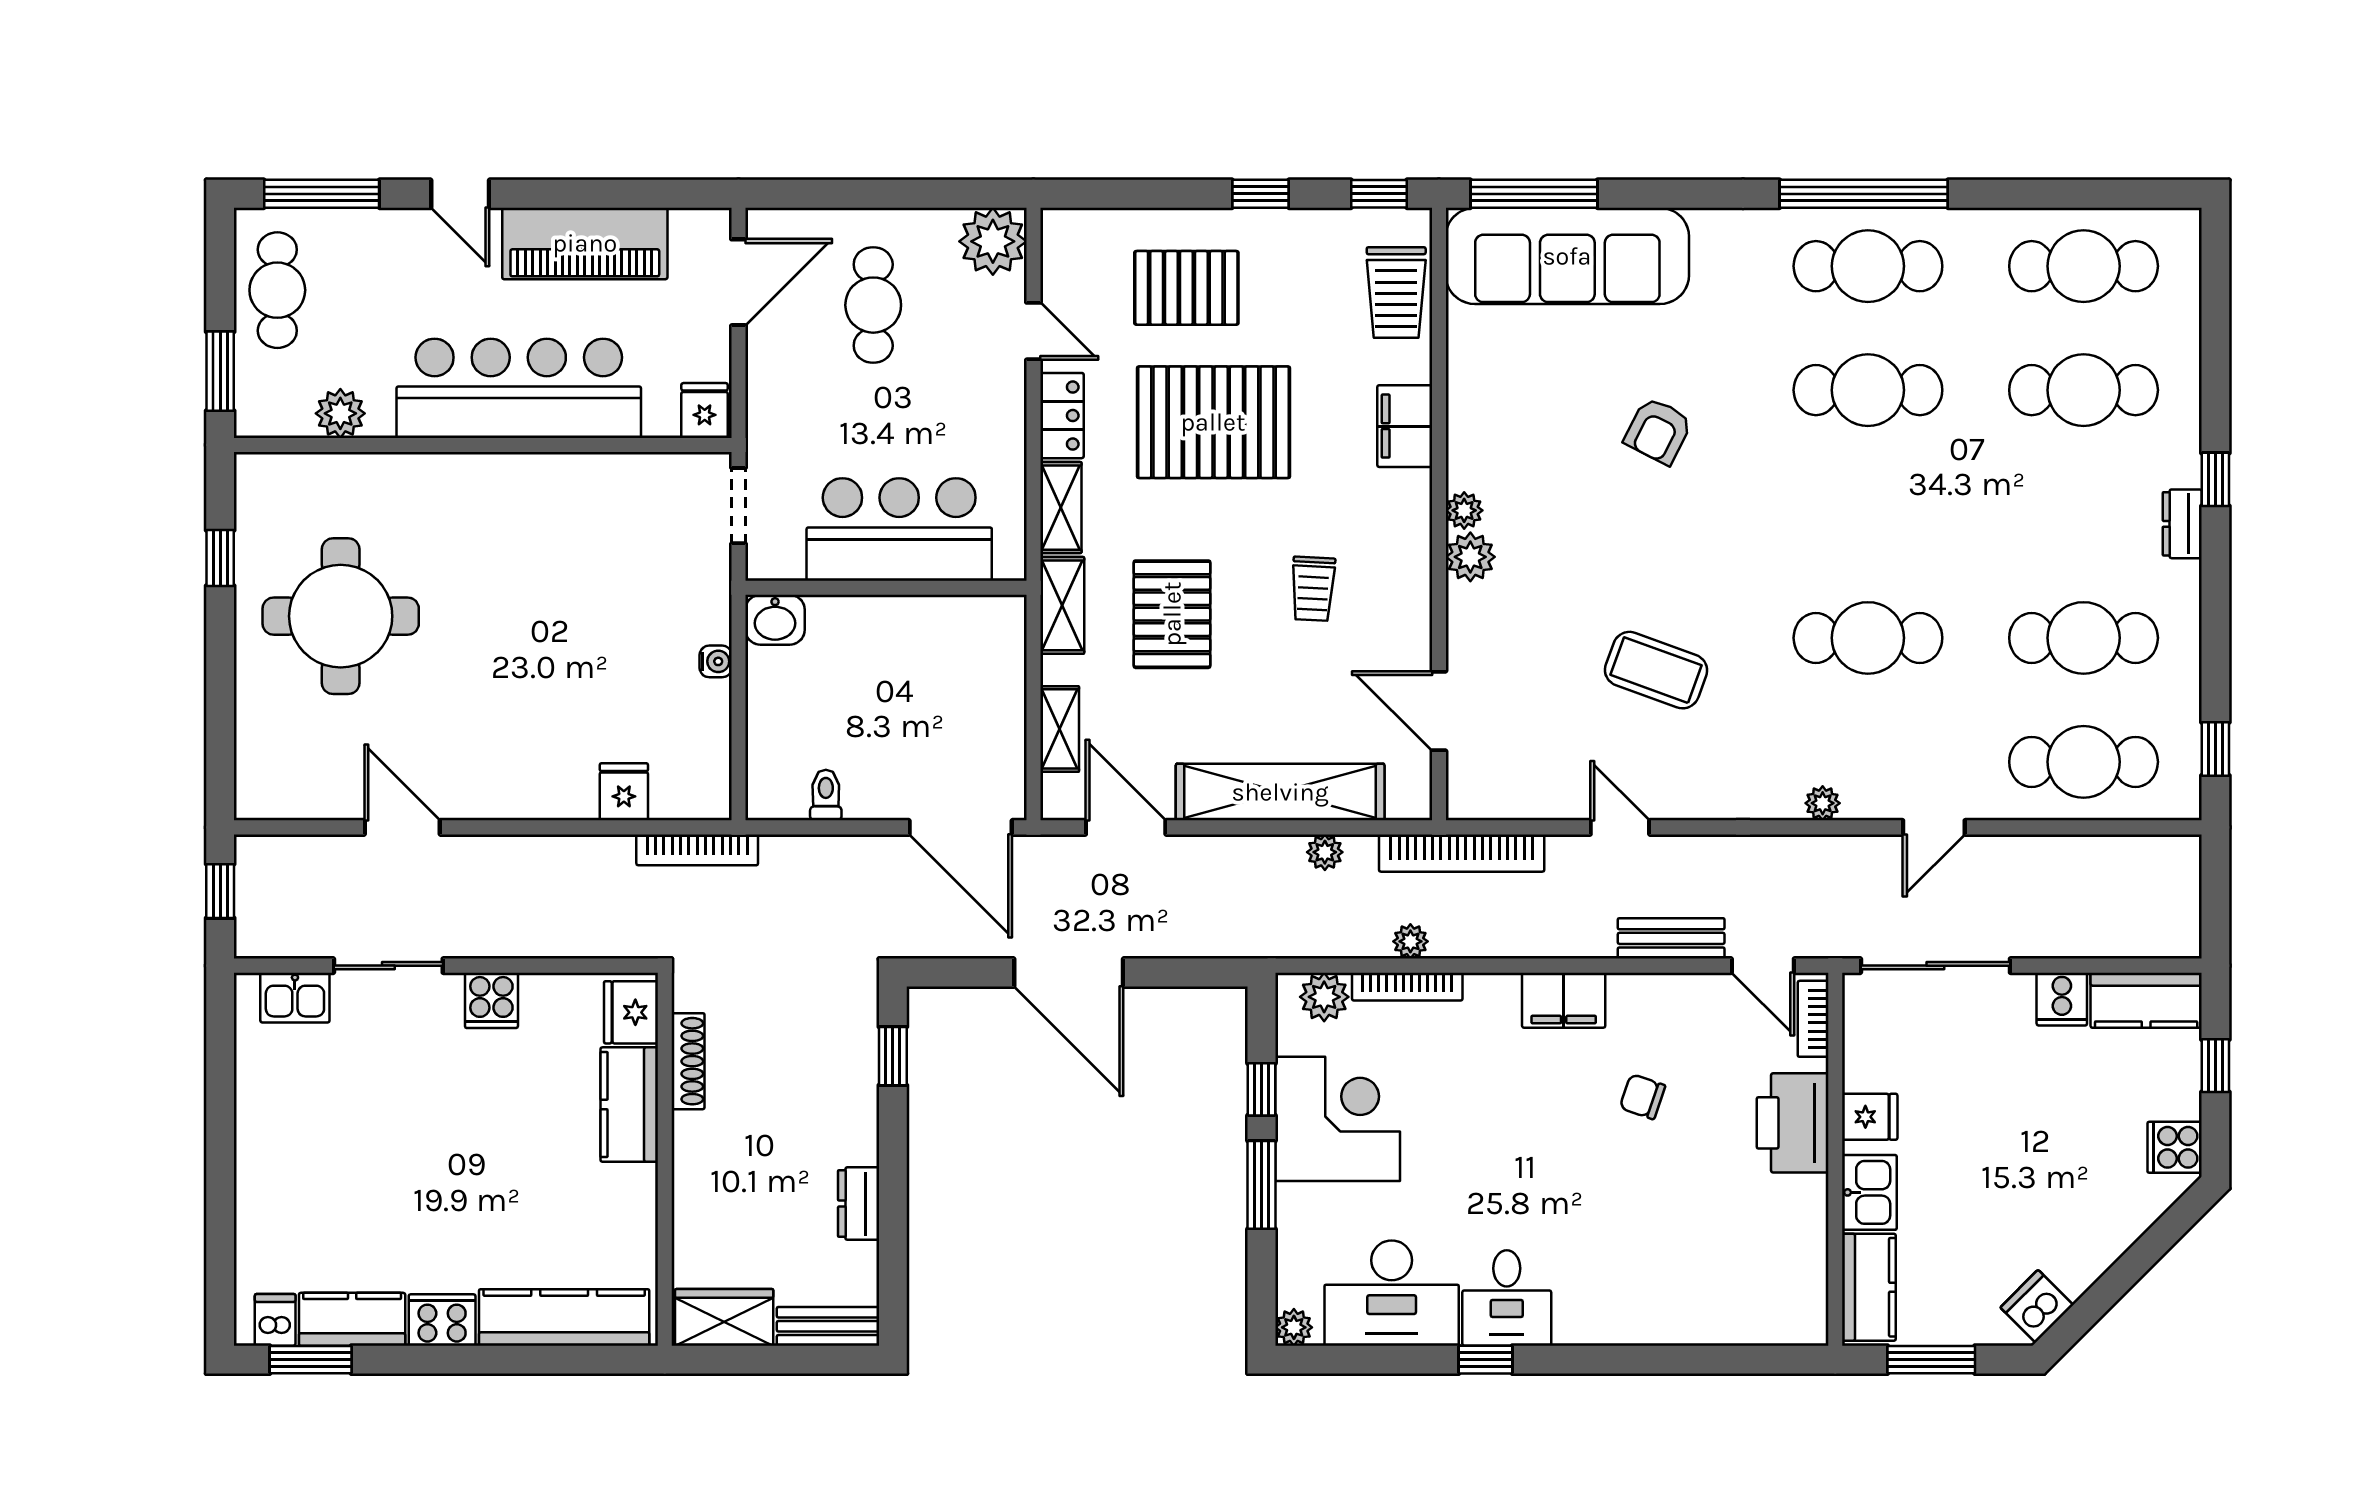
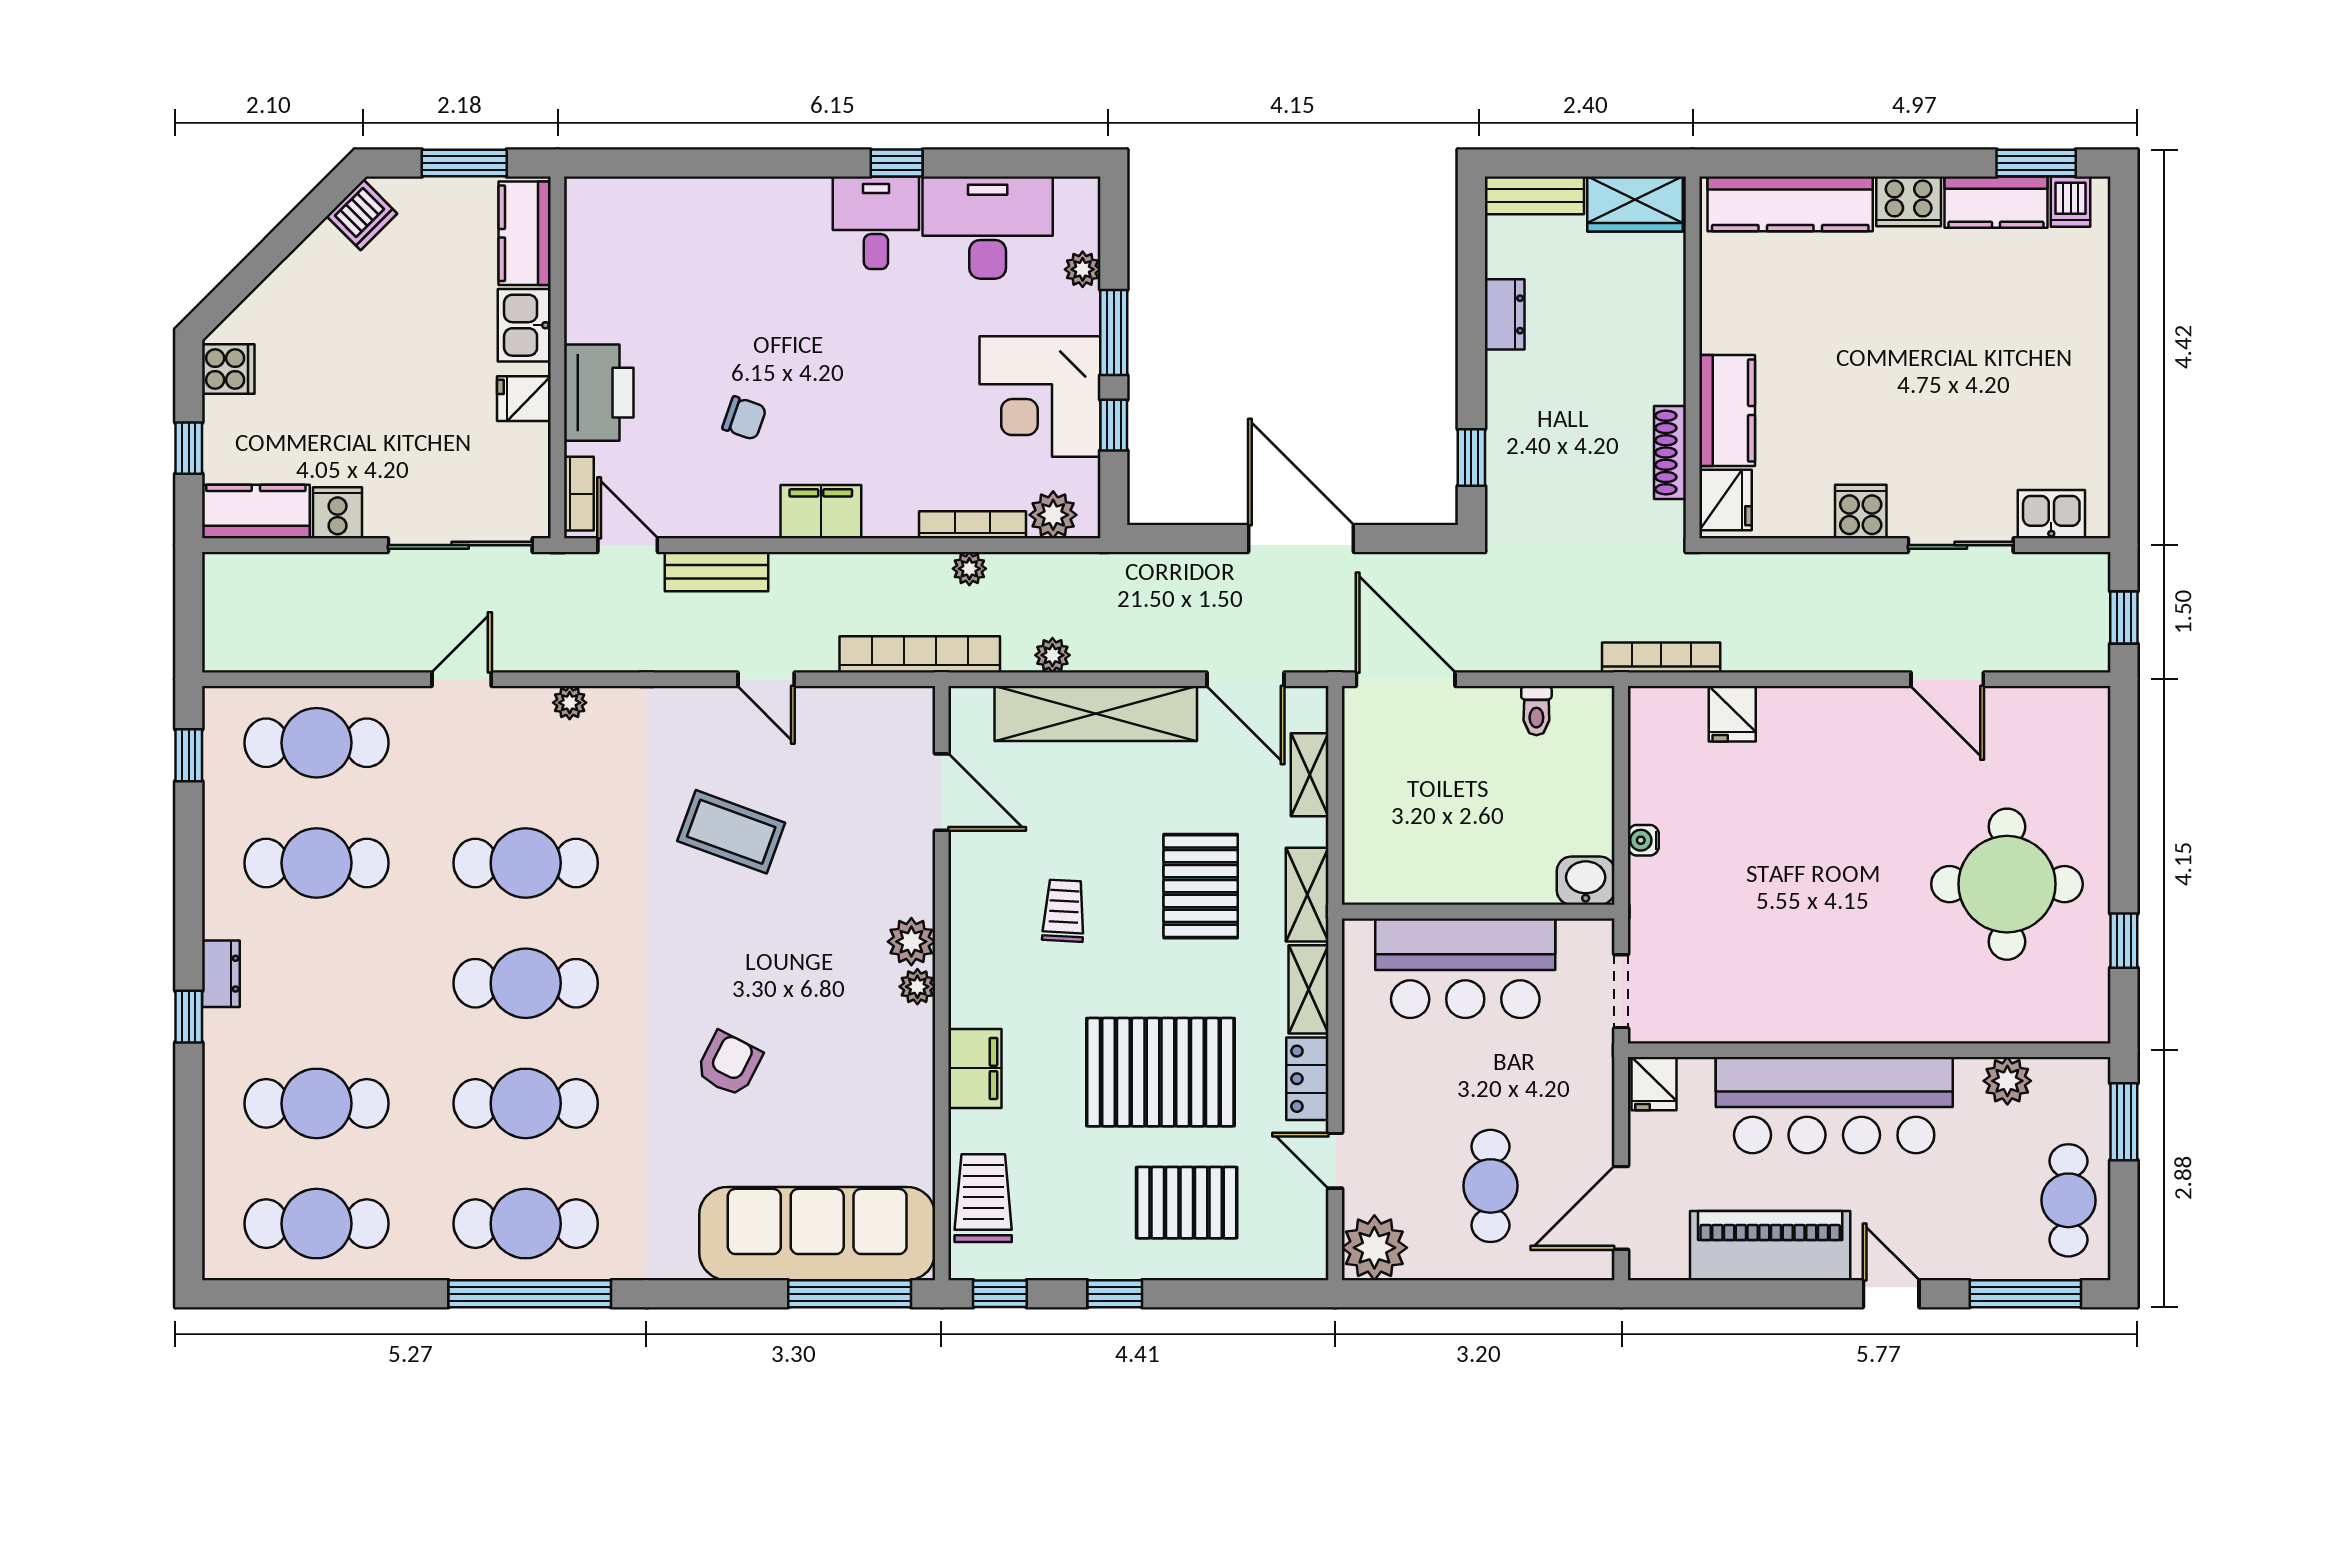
cafe table: (1868, 514) -> (526, 983), added
plant: (1294, 1327) -> (1083, 269), moved

